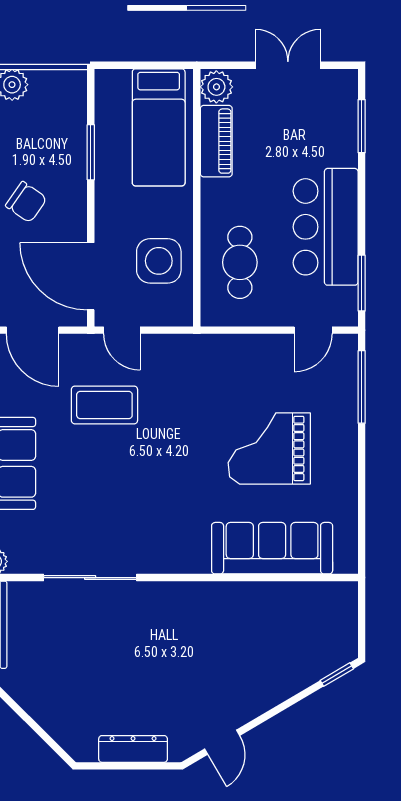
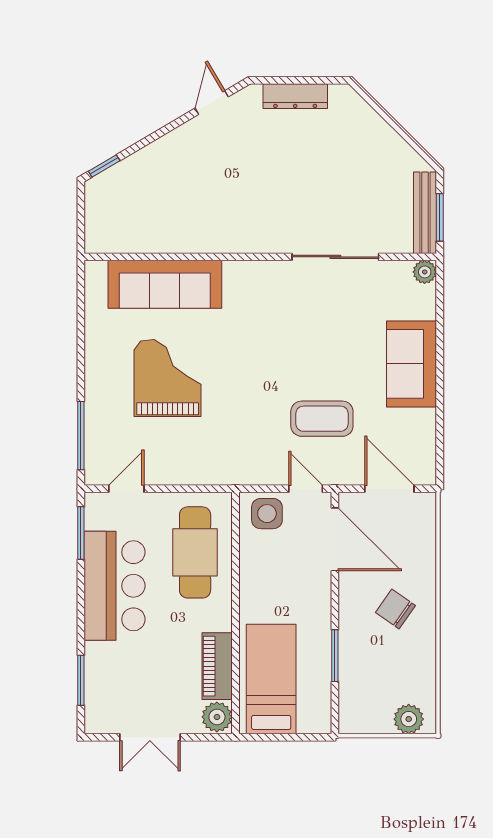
side table: (159, 261) -> (267, 514), moved, width x0.73, depth x0.73
cafe table: (240, 262) -> (195, 552), width x1.37, depth x1.35
grand piano: (269, 448) -> (168, 378), turned -90

